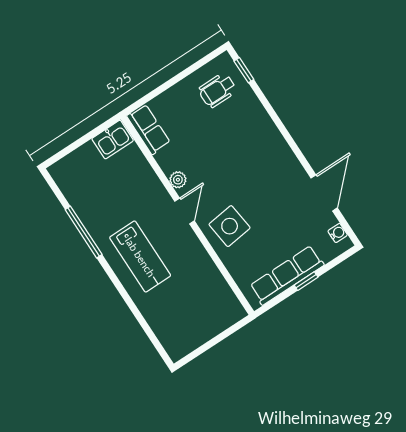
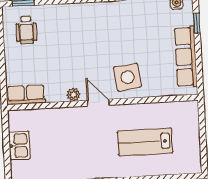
kitchen sink: (113, 140) -> (19, 146), moved
lab bench: (140, 257) -> (145, 142), moved, turned 180
window: (306, 281) -> (197, 23), moved

